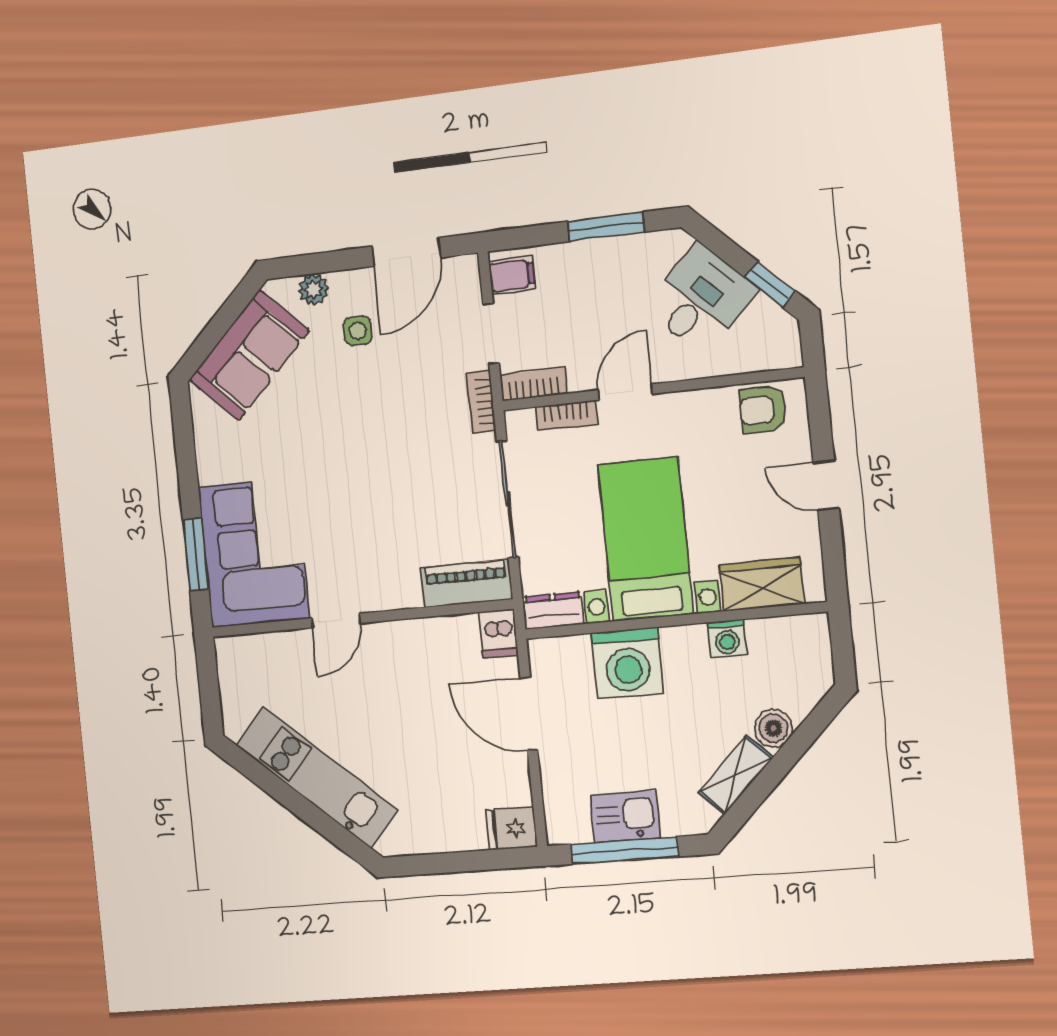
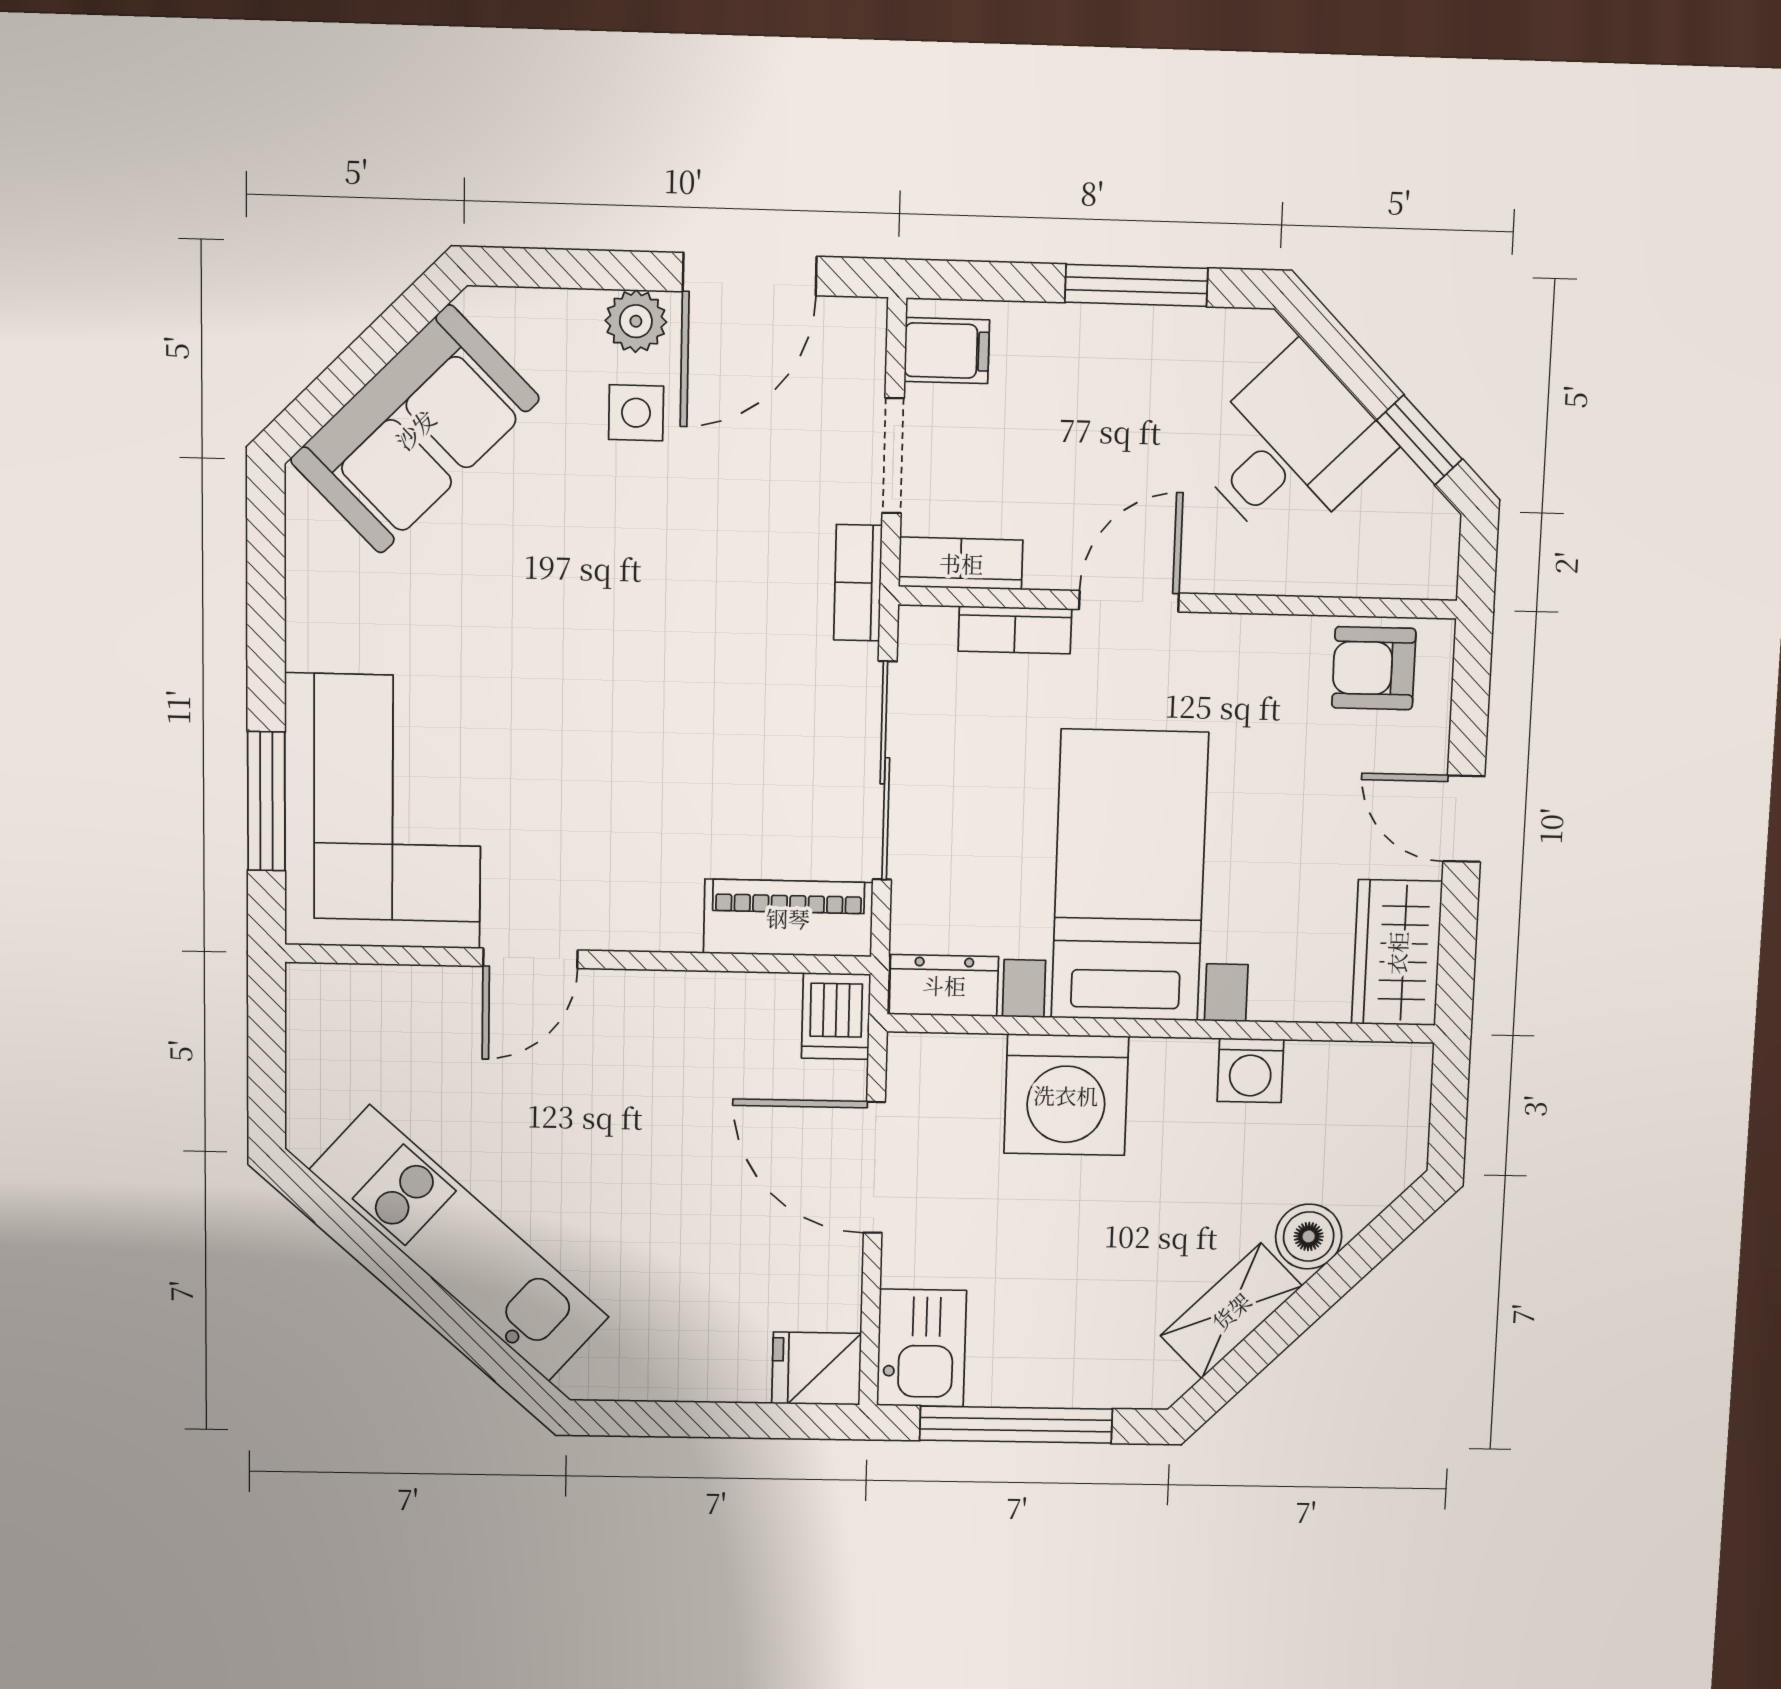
plant: (313, 289) -> (636, 321), moved
wardrobe: (762, 584) -> (1397, 953), moved, turned -90
kitchen sink: (625, 816) -> (921, 1348), moved, turned 90

